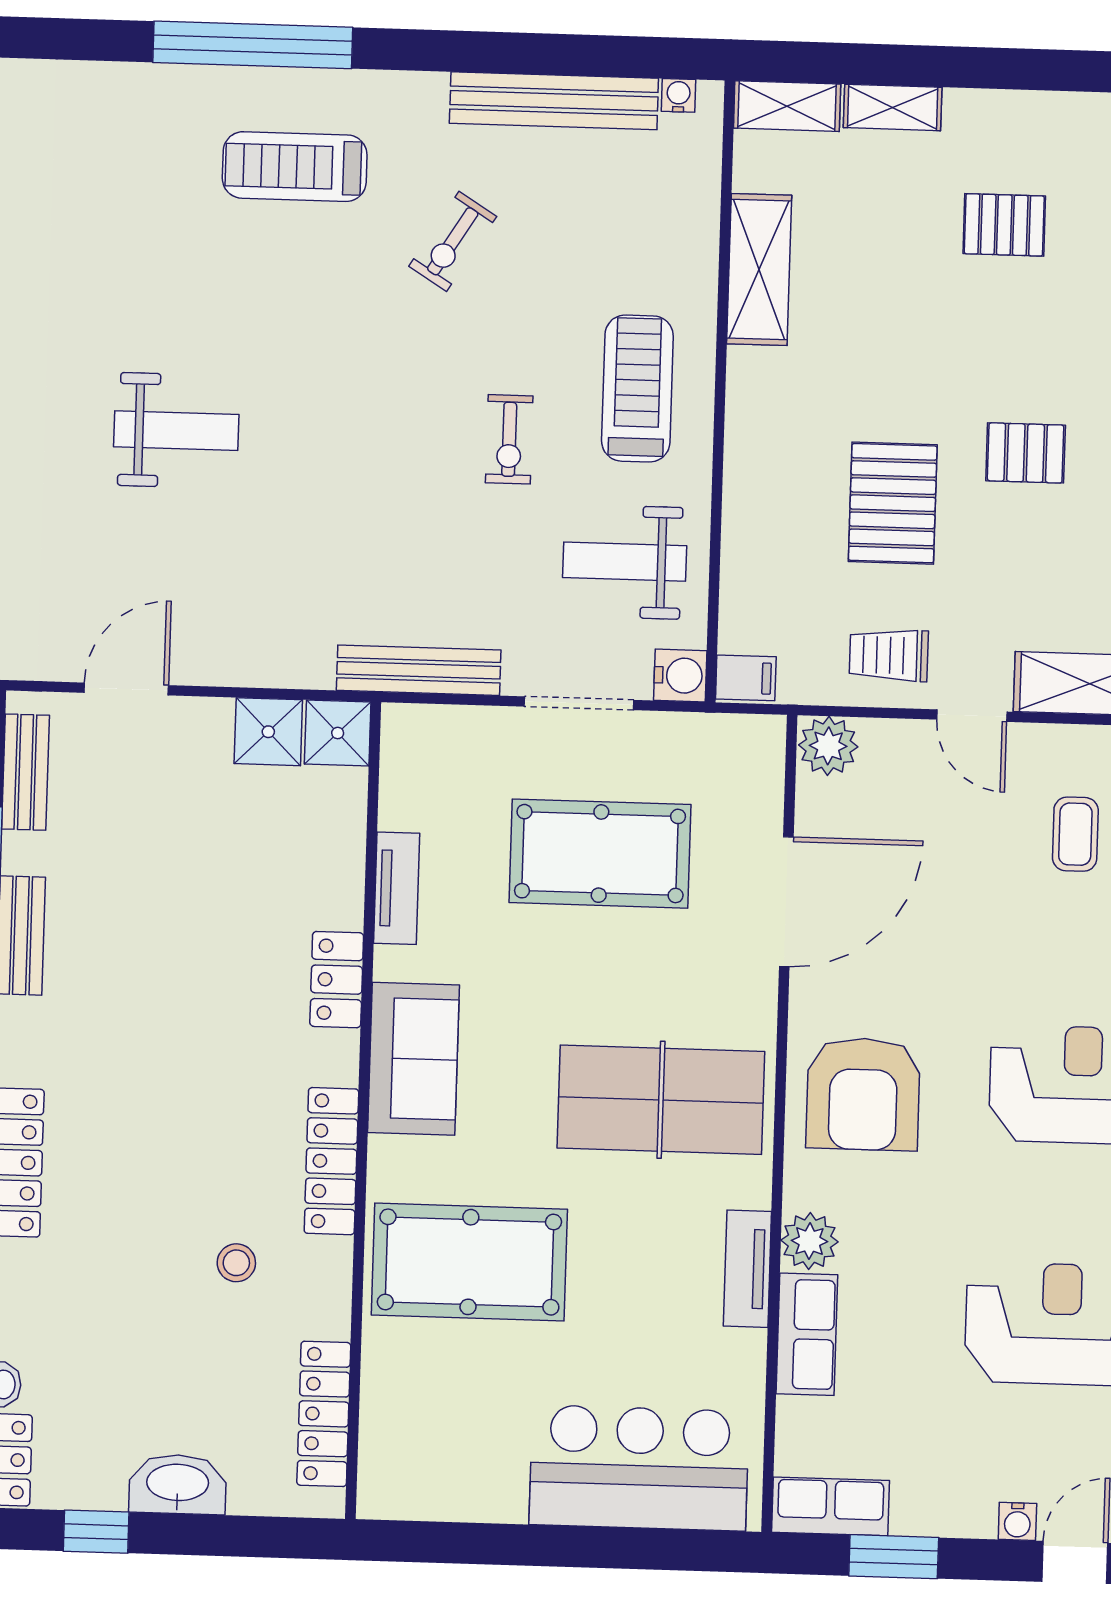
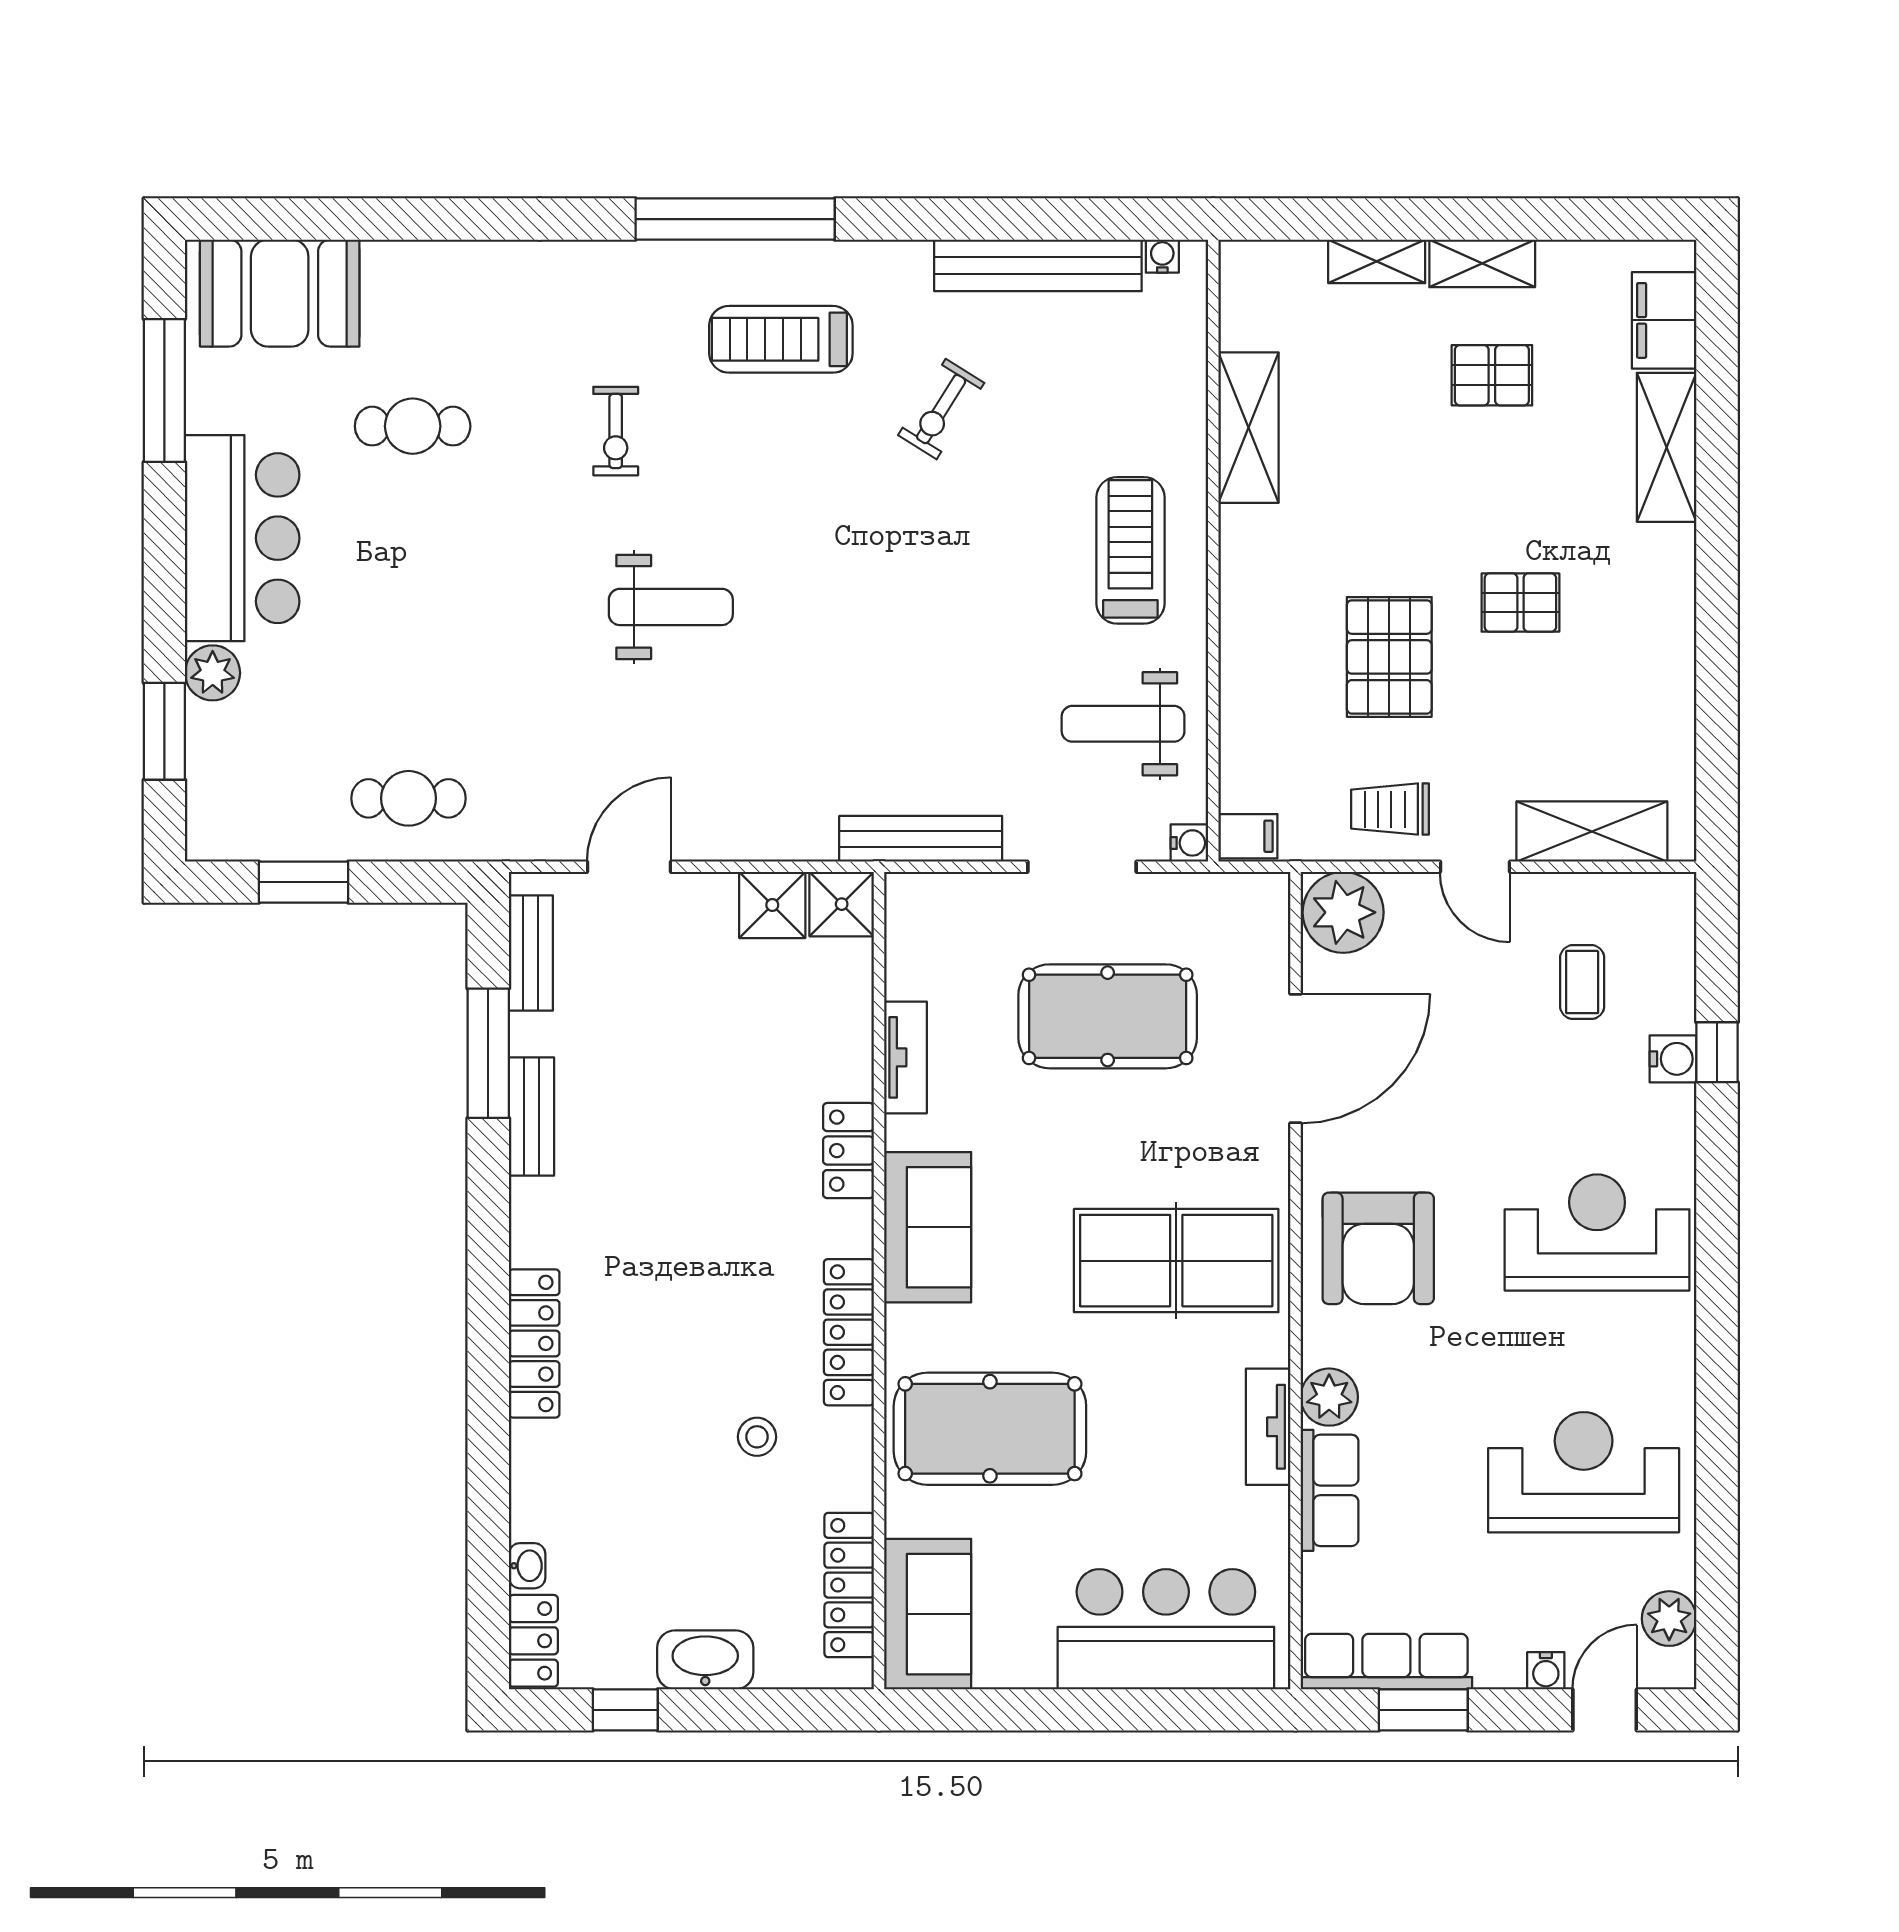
shelving: (787, 106) -> (1482, 263), moved
exercise bike: (509, 439) -> (616, 431), moved
water cooler: (680, 675) -> (1189, 843), width x0.72, depth x0.72
plant: (828, 746) -> (1343, 912), width x1.36, depth x1.36
sofa: (401, 1445) -> (928, 1614), added
row of seats: (831, 1506) -> (1386, 1662), width x1.48

